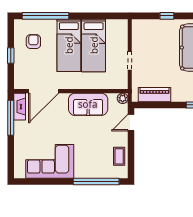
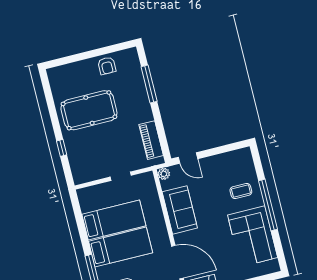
coffee table: (119, 156) -> (241, 191), moved
window: (96, 181) -> (268, 205), moved

